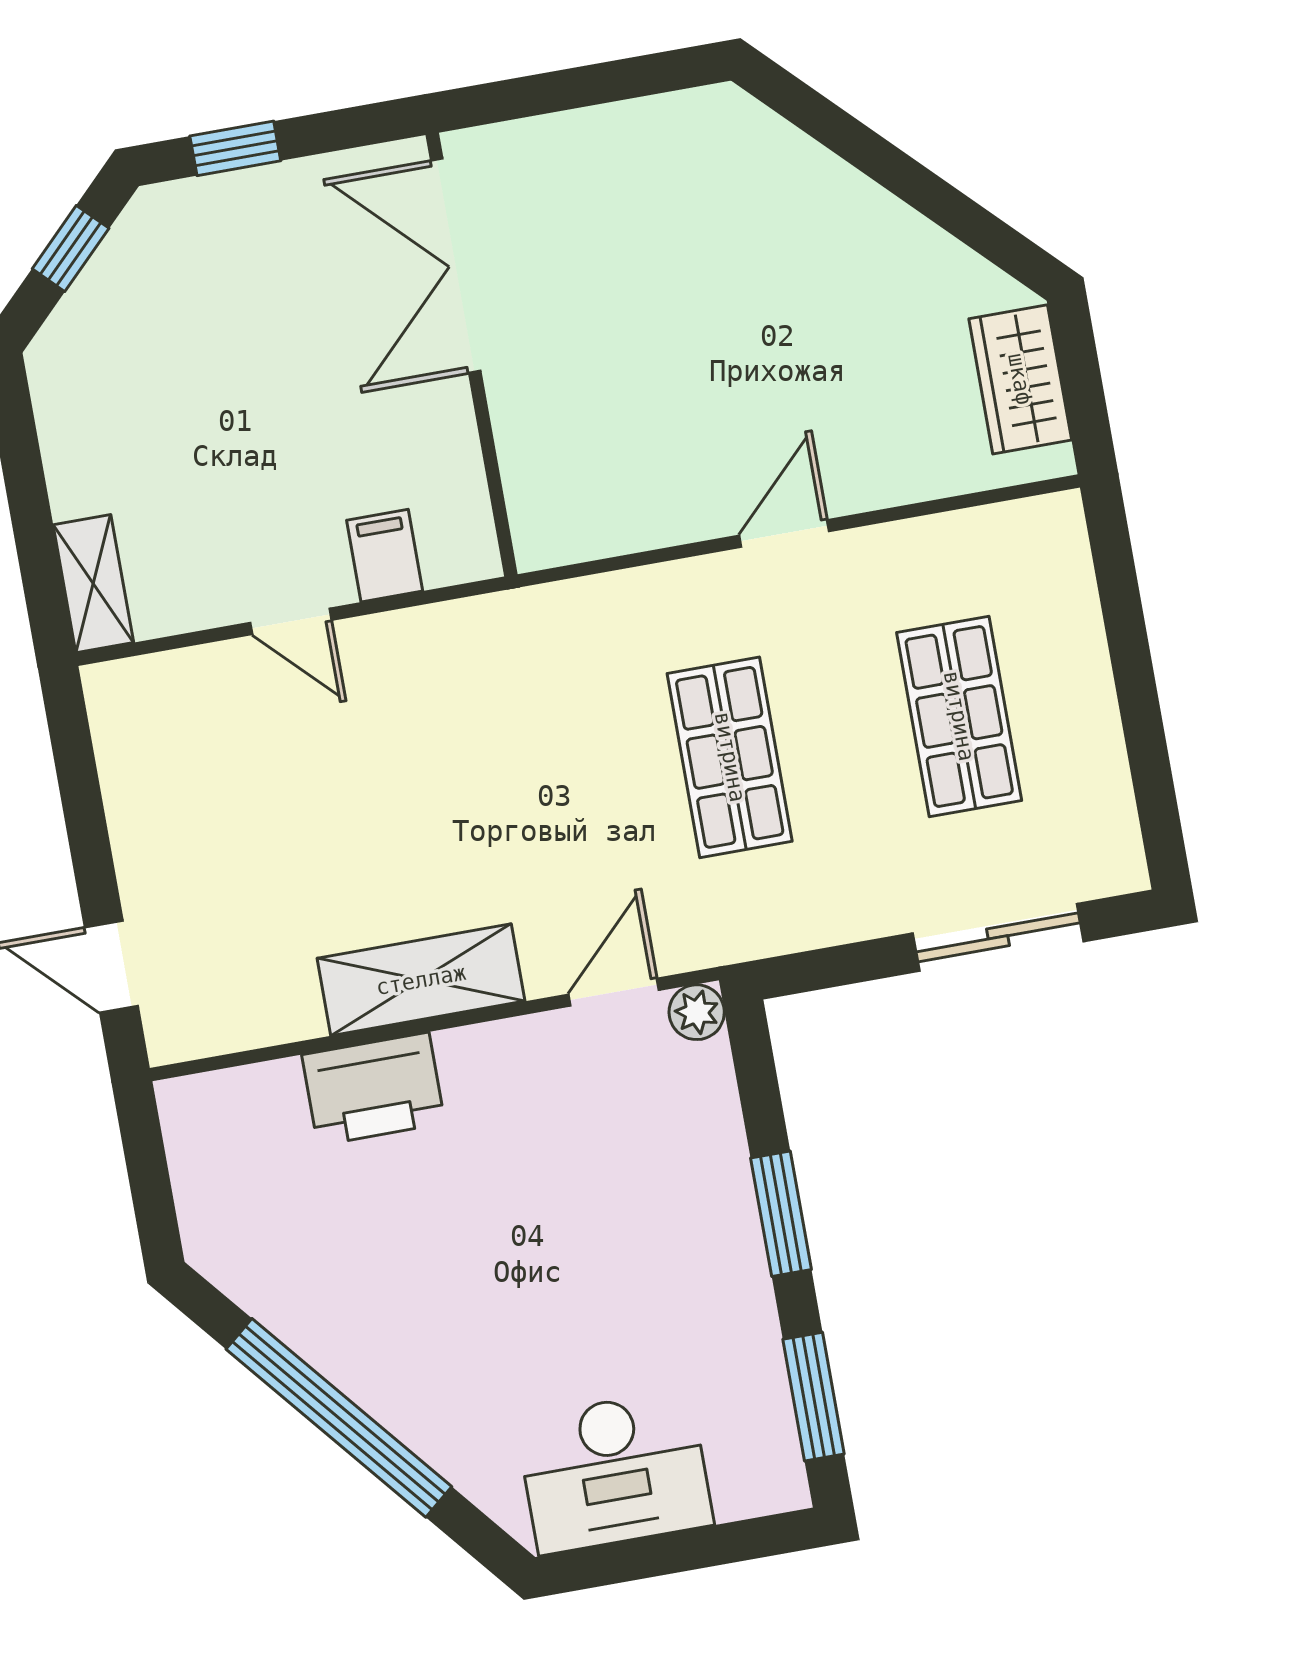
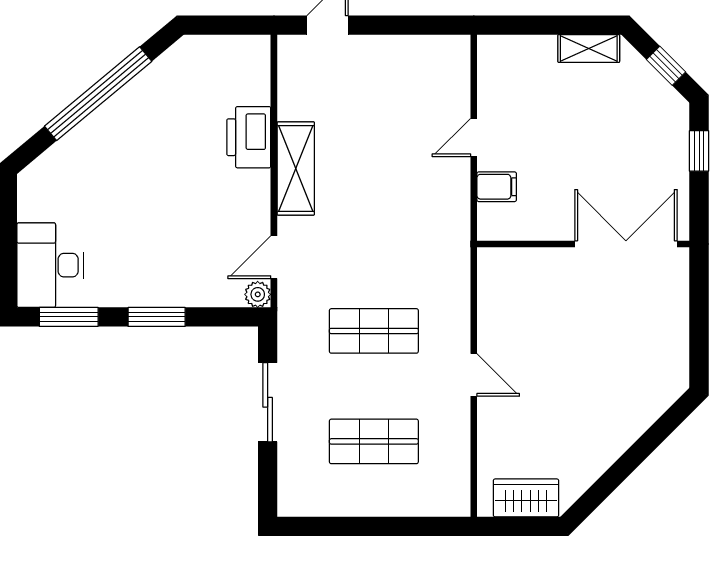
shelving: (93, 584) -> (589, 48), moved
sliding door: (998, 937) -> (268, 402), moved
door: (614, 992) -> (274, 257), swing flipped
desk: (614, 1472) -> (50, 265), moved

